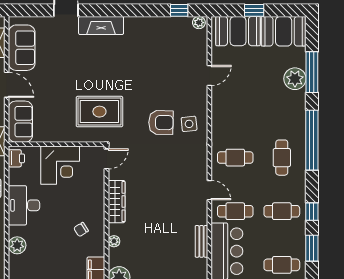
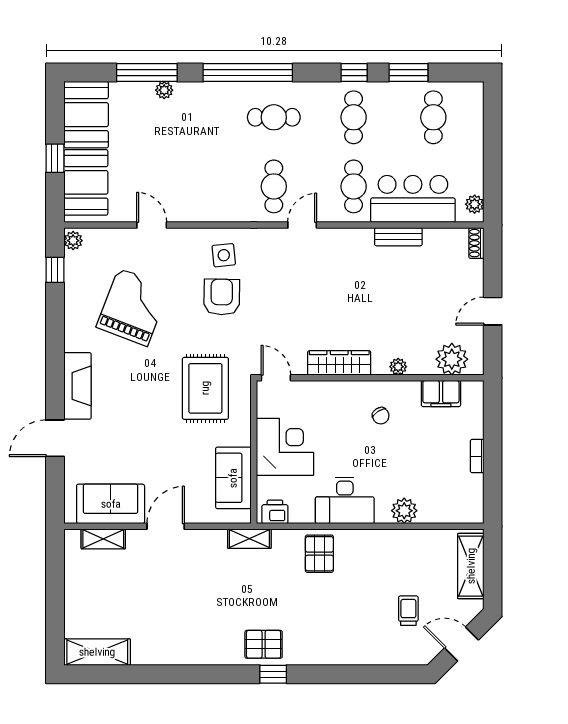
grand piano: (154, 63) -> (133, 307), added
plant: (295, 79) -> (164, 90), width x0.53, depth x0.53
sofa: (20, 122) -> (233, 478), moved, turned -90
door: (209, 190) -> (302, 225), moved

